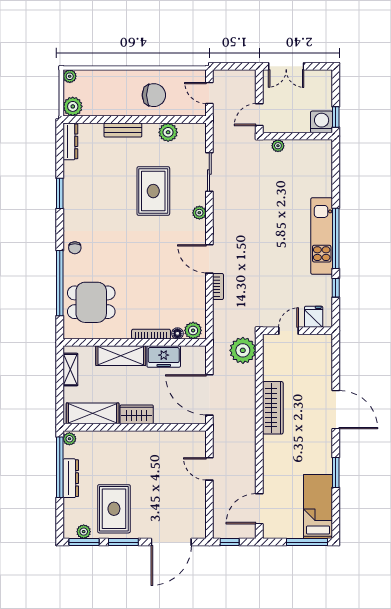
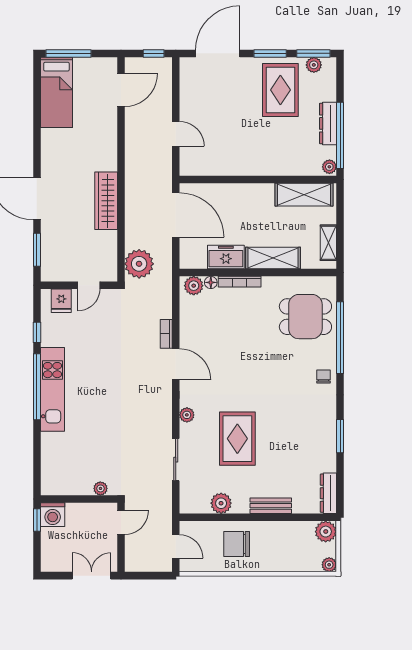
wardrobe: (137, 414) -> (256, 194), removed
window: (336, 473) -> (37, 250), moved

